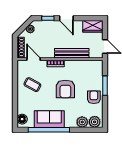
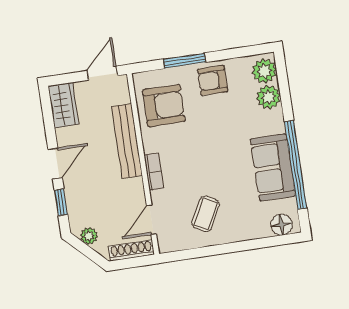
armchair: (65, 89) -> (164, 106), moved

